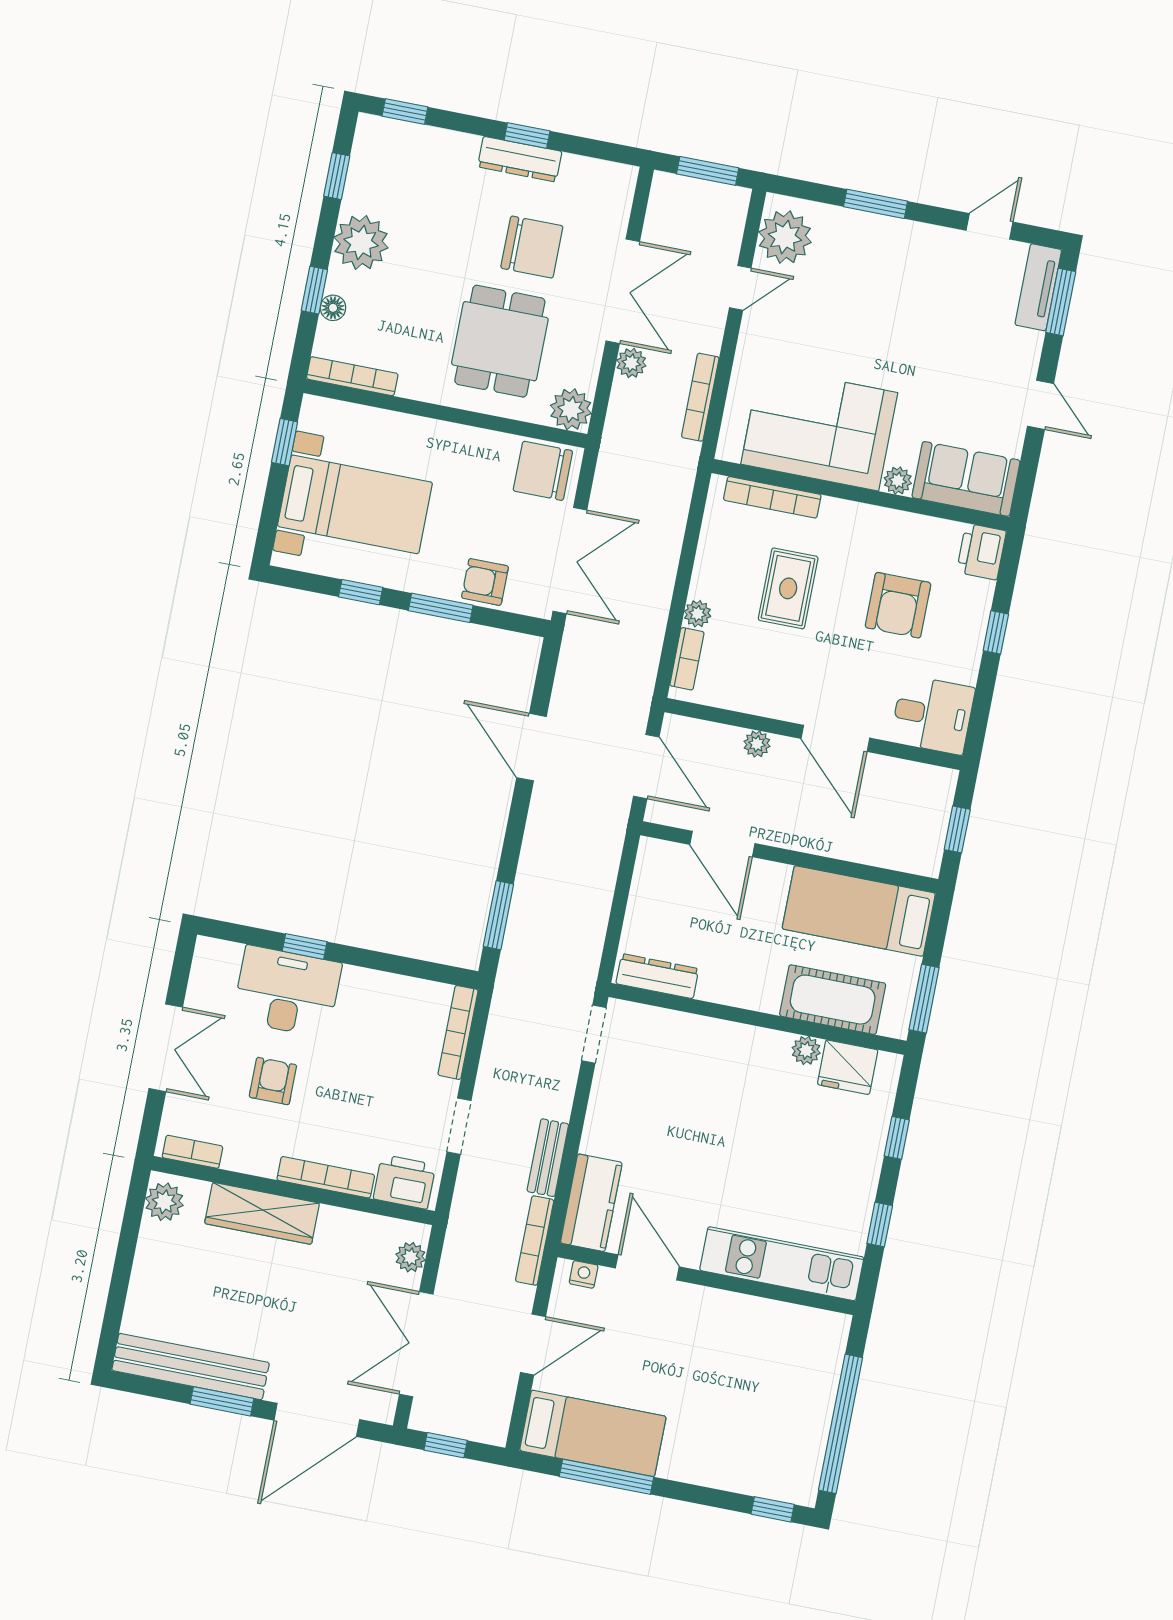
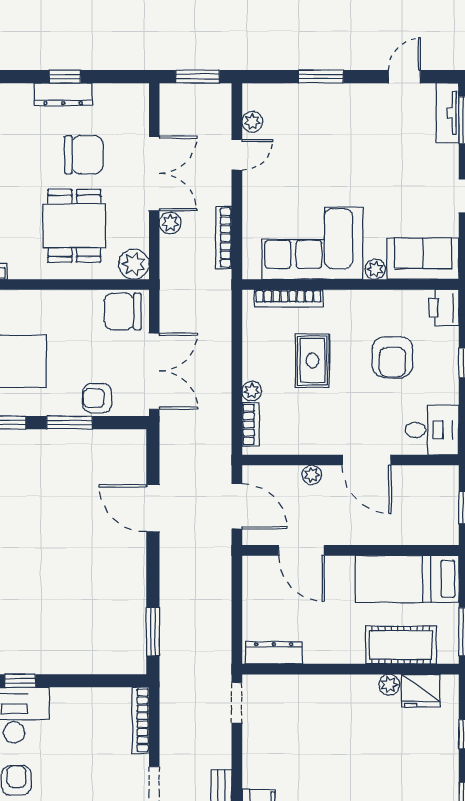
plant: (785, 237) -> (252, 122), width x0.53, depth x0.53

